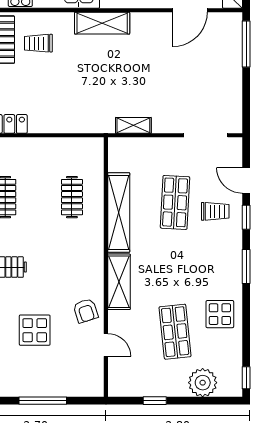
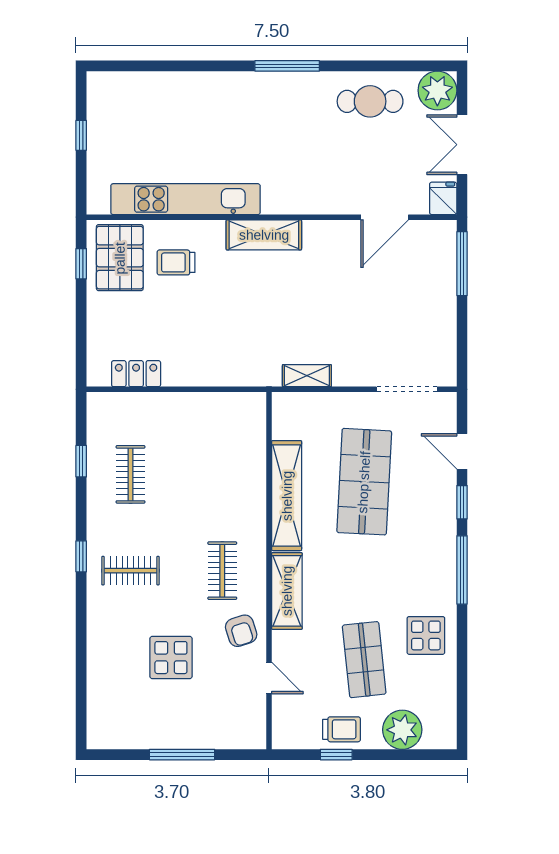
clothes rail: (72, 197) -> (222, 571), moved
shop shelf: (175, 202) -> (364, 482), width x1.43, depth x1.36
trolley: (215, 211) -> (341, 729), moved
window: (246, 267) -> (462, 570), width x1.44
window: (246, 378) -> (462, 723), removed

